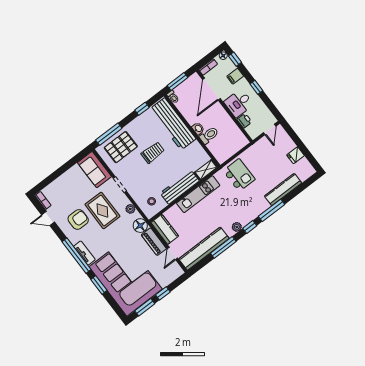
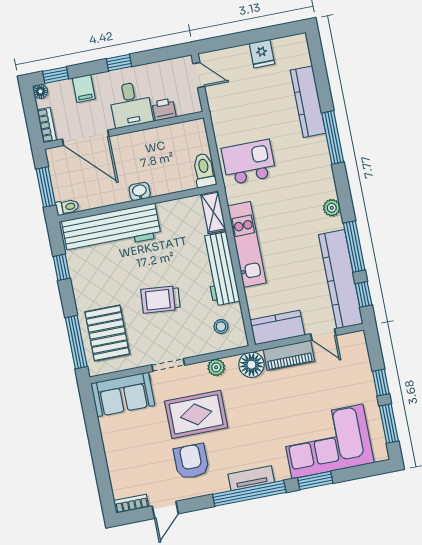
toilet: (209, 135) -> (204, 170), moved
trolley: (153, 153) -> (161, 299), moved, turned -85
window: (250, 227) -> (364, 294), moved
corner sofa: (126, 278) -> (327, 441), width x0.73, depth x0.74

